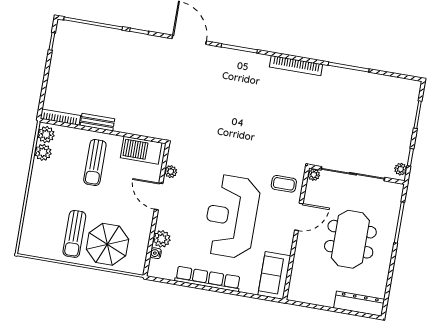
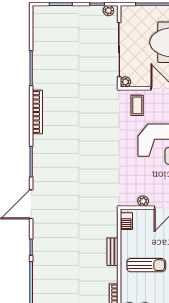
bench: (97, 122) -> (112, 252), moved
barbecue: (141, 150) -> (126, 221), width x0.53, depth x0.65

